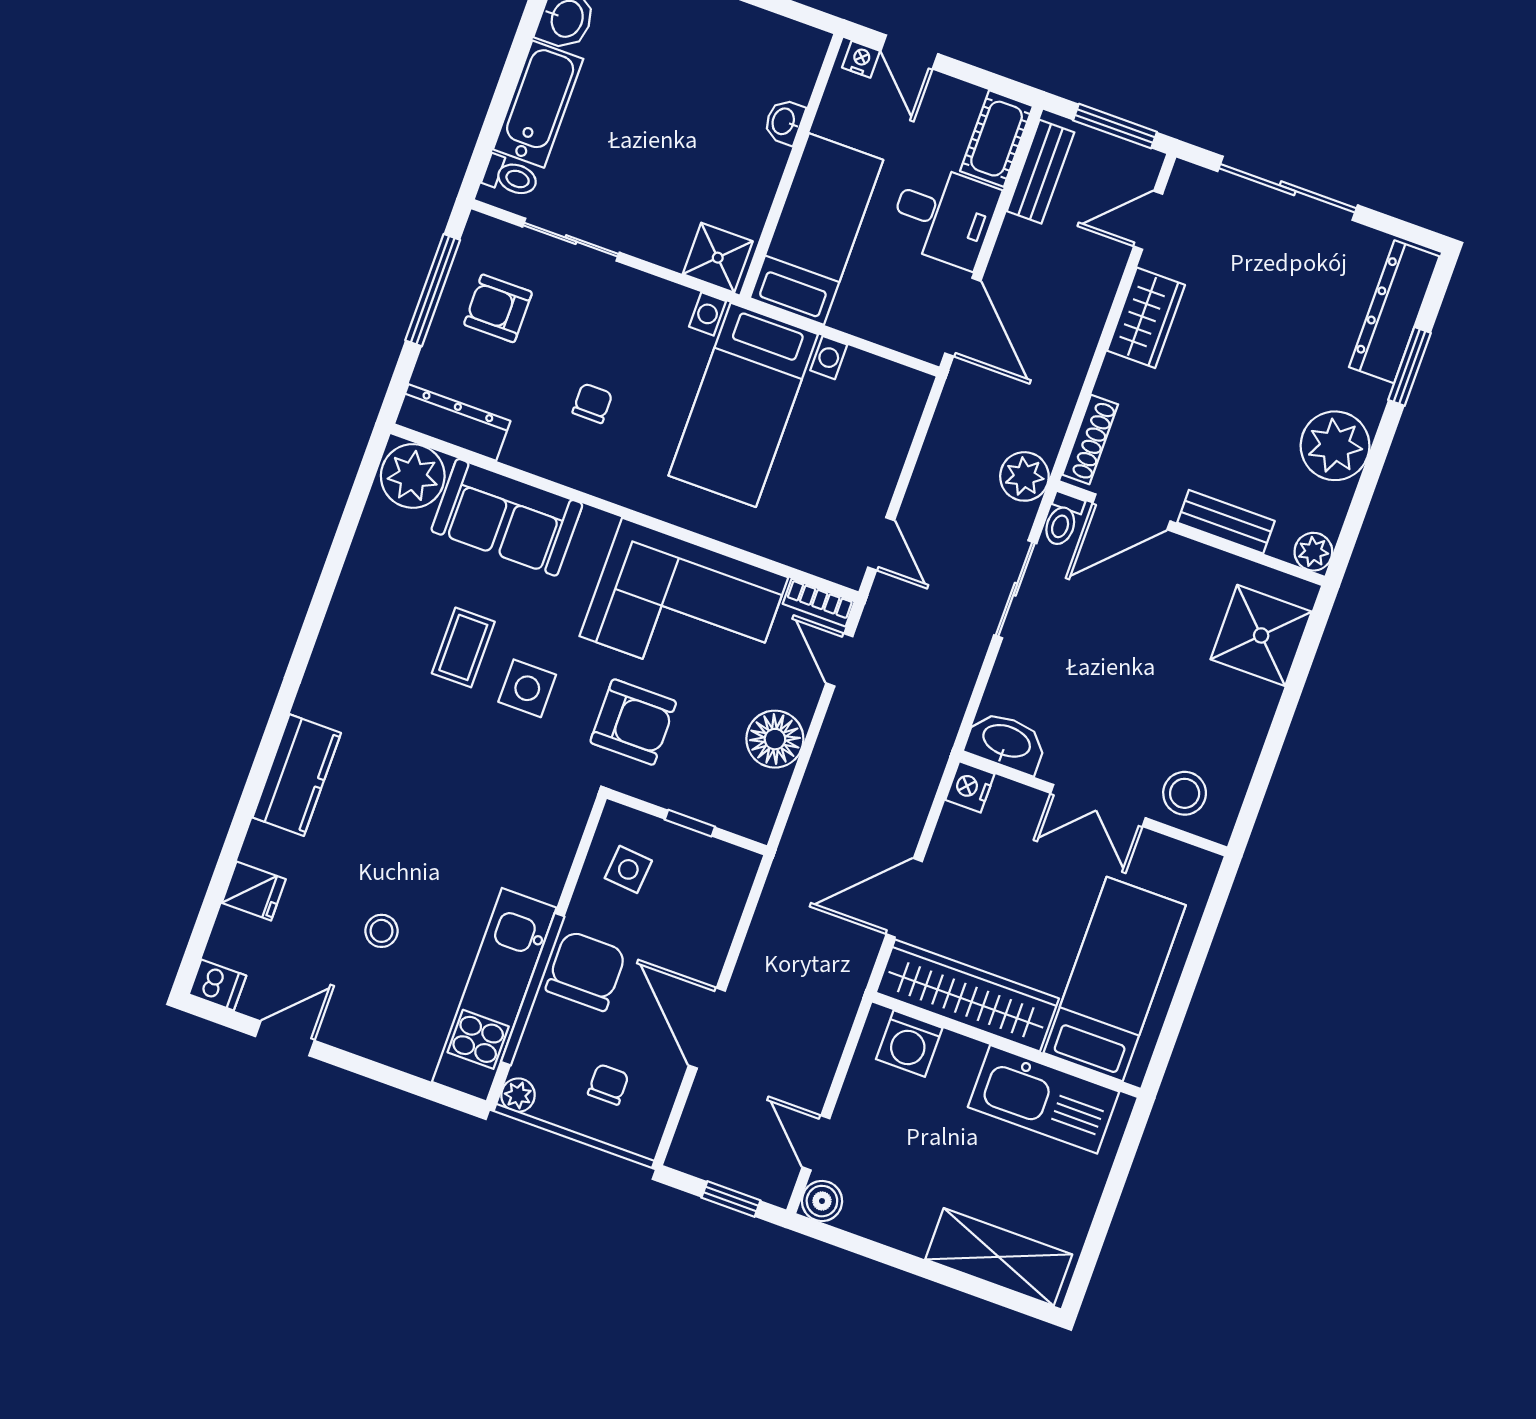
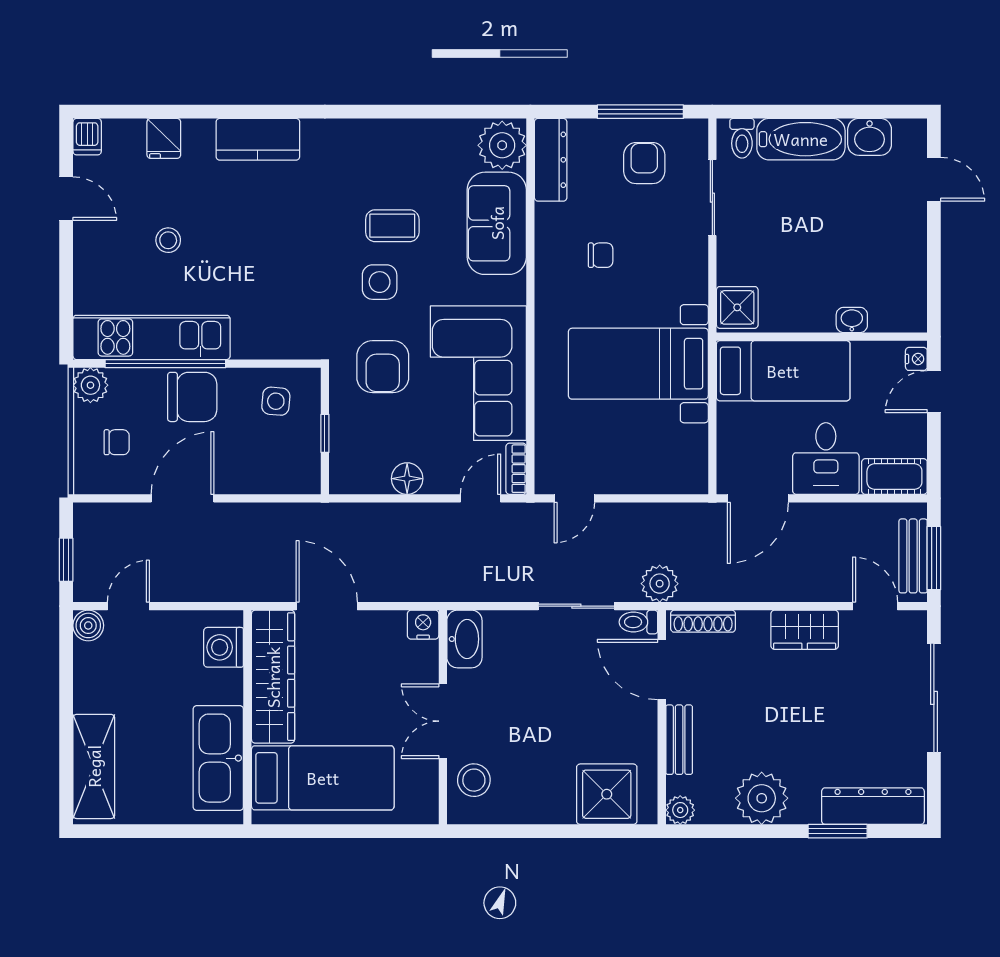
bench: (1040, 172) -> (913, 556), moved, turned 90
floor lamp: (775, 739) -> (407, 479), width x0.73, depth x0.73
plant: (518, 1095) -> (90, 385), width x1.38, depth x1.38

